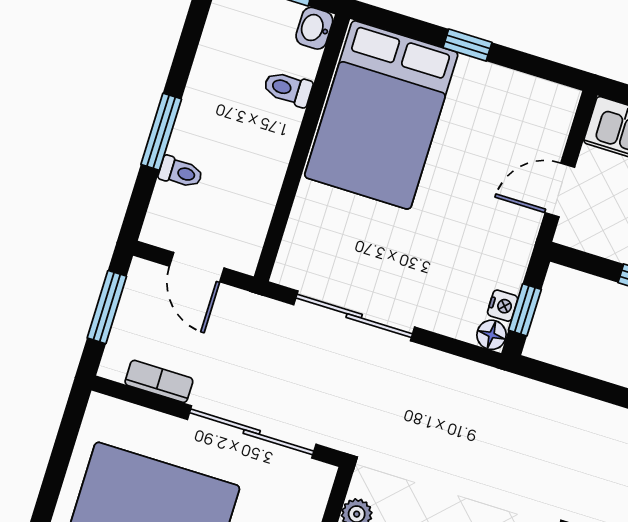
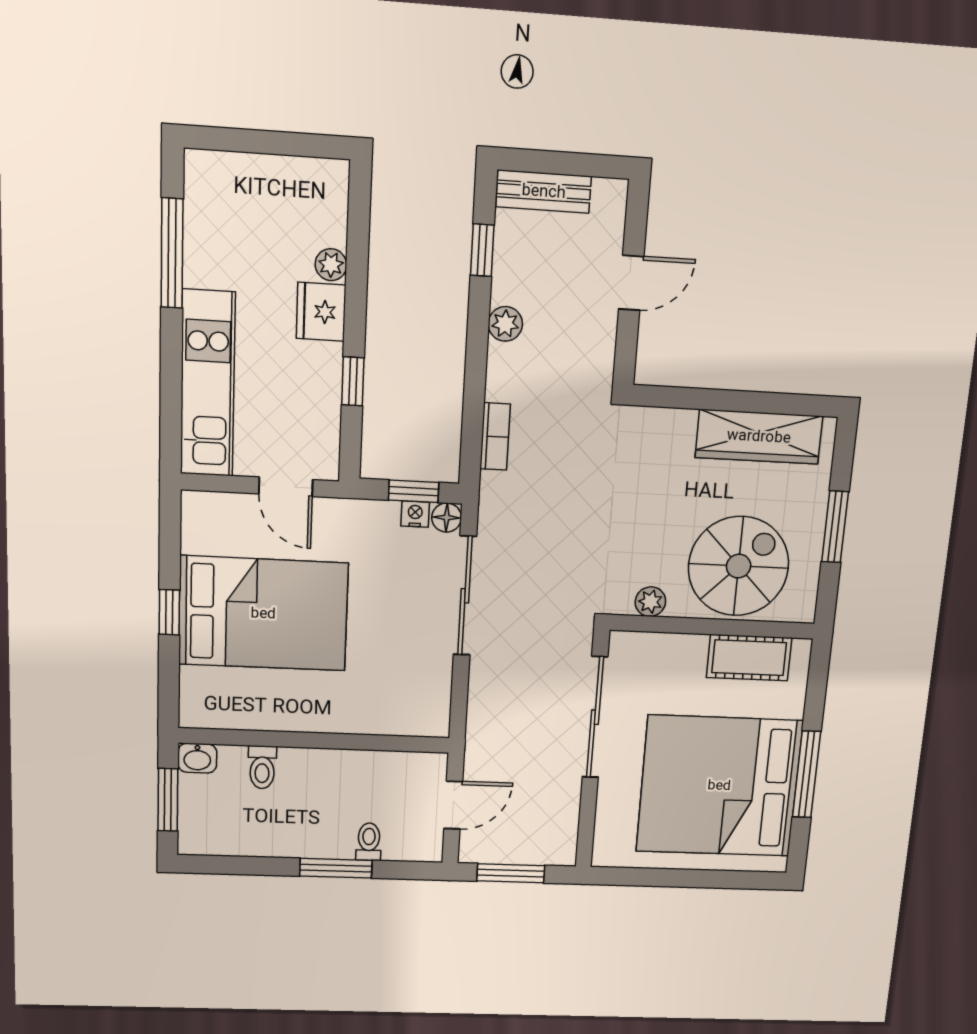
bed: (381, 115) -> (263, 614), moved
sliding door: (354, 316) -> (465, 596), moved
bookcase: (159, 381) -> (495, 436), moved, turned 180

